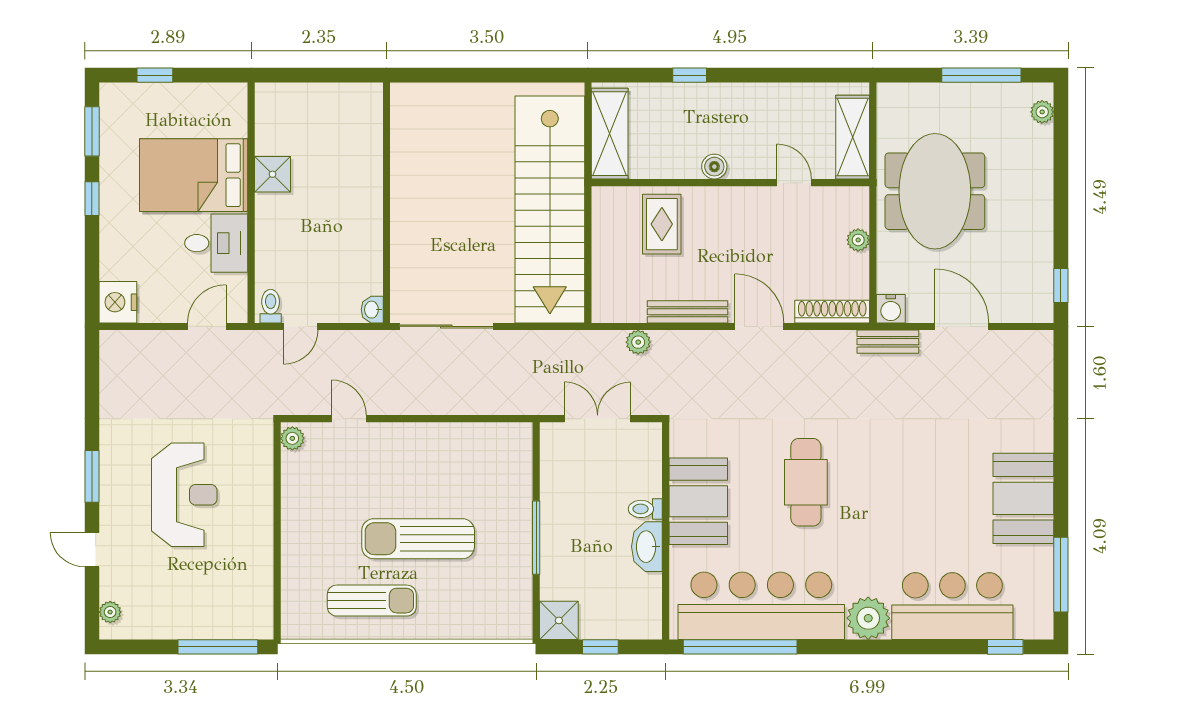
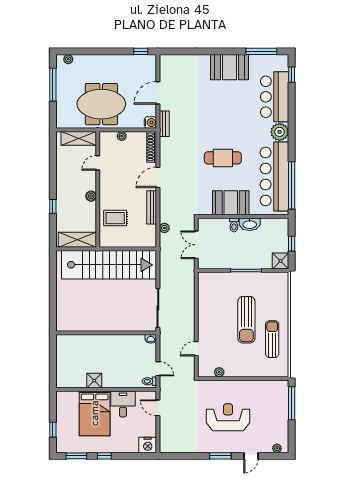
plant: (292, 438) -> (219, 372), moved

